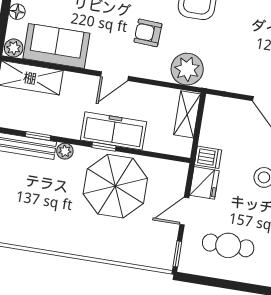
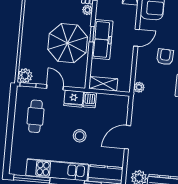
plant: (187, 69) -> (139, 87), width x0.53, depth x0.53
door: (114, 76) -> (136, 38), swing flipped
shelving: (187, 114) -> (103, 84), moved
plant: (162, 258) -> (25, 76), added

